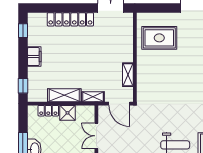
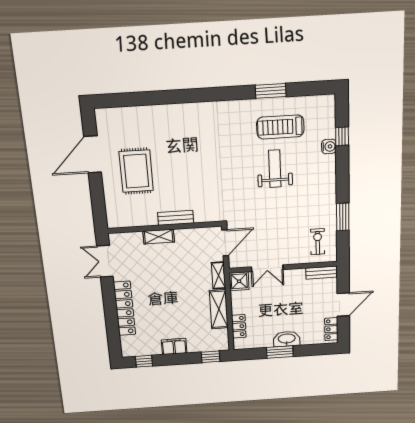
rug: (159, 38) -> (136, 171), moved
bench: (142, 66) -> (176, 218), added
shelving: (128, 75) -> (159, 237), moved
shower: (68, 113) -> (239, 281), moved

